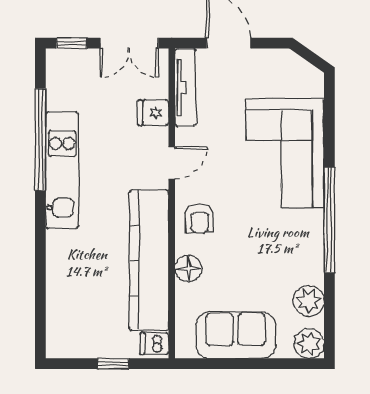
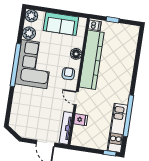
double door: (129, 43) -> (86, 150), removed
corner sofa: (285, 153) -> (34, 64), moved
door: (172, 163) -> (76, 98), hinge flipped
kitchen unit: (62, 170) -> (117, 128), moved

